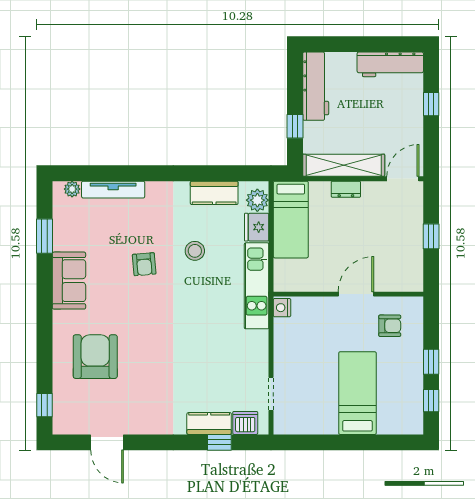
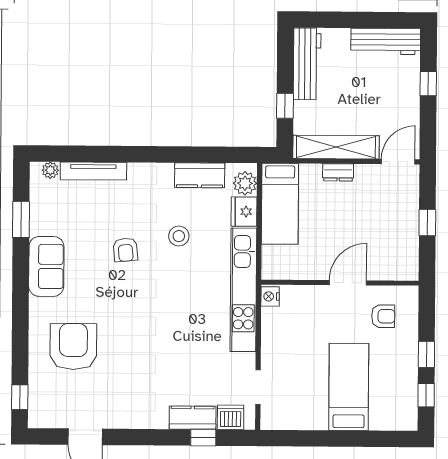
kitchen unit: (257, 286) -> (243, 290), width x1.36

